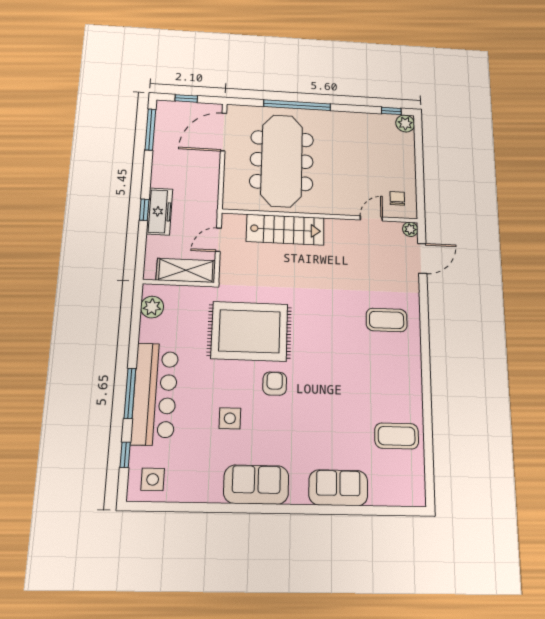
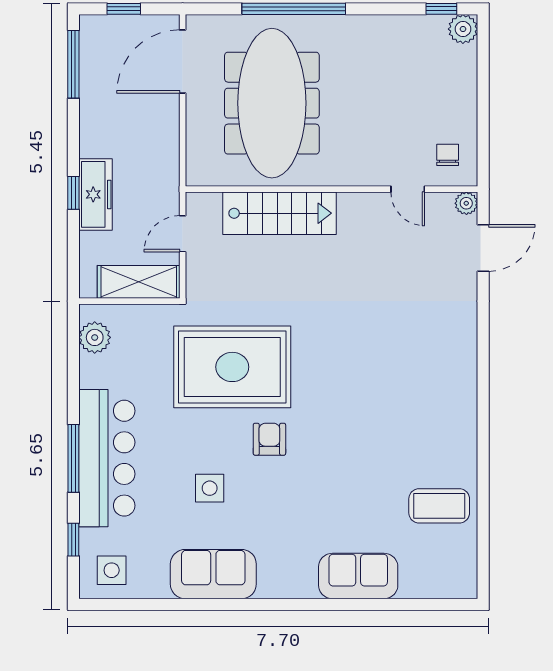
door: (371, 218) -> (408, 189), swing flipped
coffee table: (387, 320) -> (428, 343), removed
sofa: (256, 485) -> (213, 574), moved

